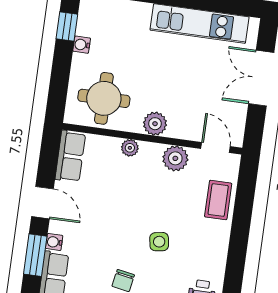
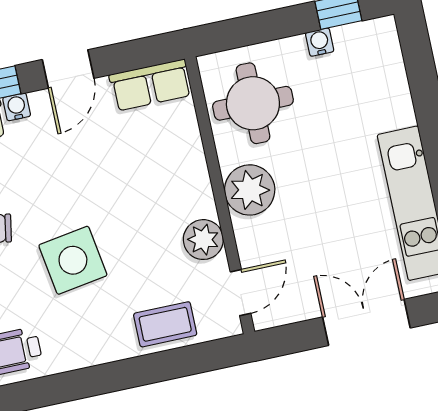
plant: (155, 124) -> (250, 190), width x1.36, depth x1.36
plant: (130, 148) -> (195, 168), removed
side table: (159, 242) -> (73, 260), width x1.87, depth x1.87

